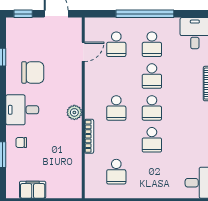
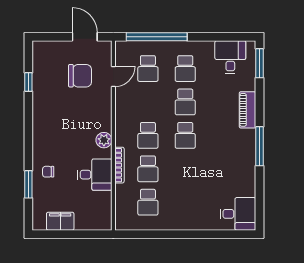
window: (23, 14) -> (50, 37), removed
window: (145, 14) -> (157, 37), moved
chair: (33, 72) -> (80, 76), moved
desk: (22, 110) -> (95, 175), moved, turned 180
school desk: (152, 140) -> (148, 169), moved

